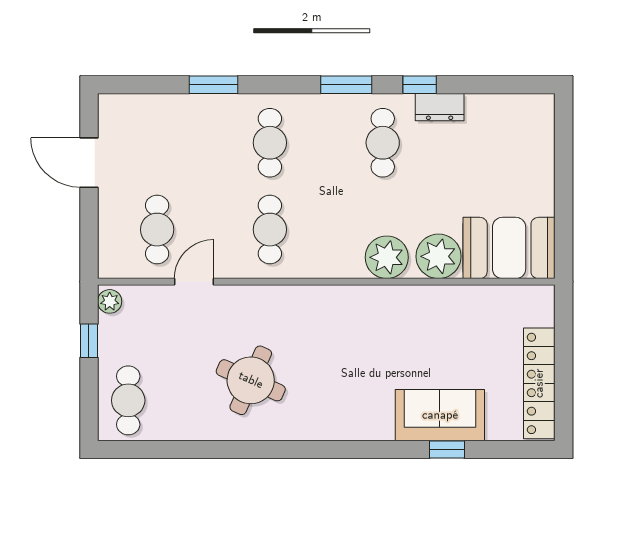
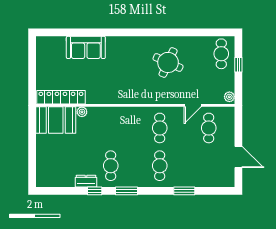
plant: (439, 256) -> (82, 112), width x0.53, depth x0.53
plant: (387, 257) -> (109, 116), removed
window: (89, 341) -> (238, 65), moved
locker: (539, 383) -> (61, 97), moved, turned -90
window: (447, 449) -> (83, 32), removed

